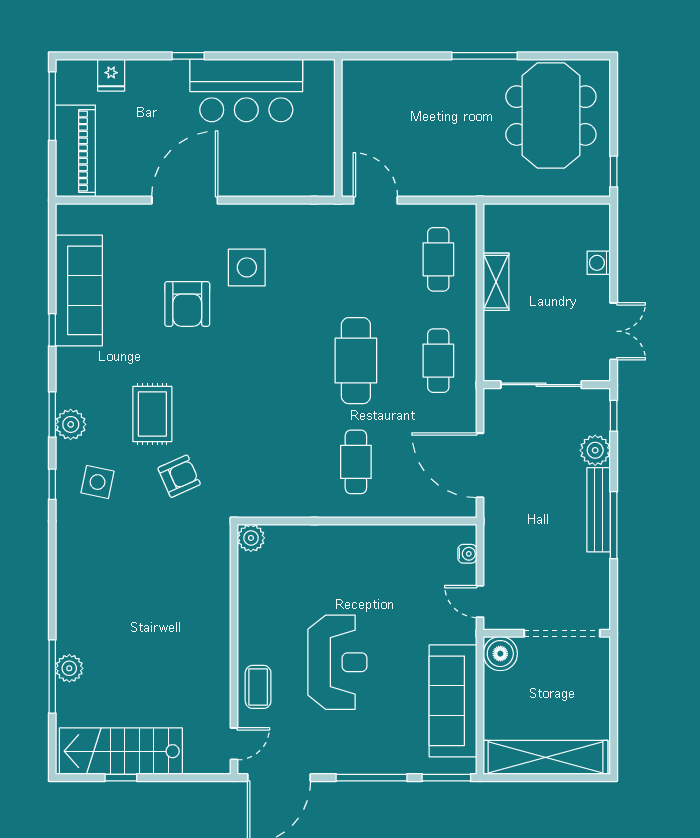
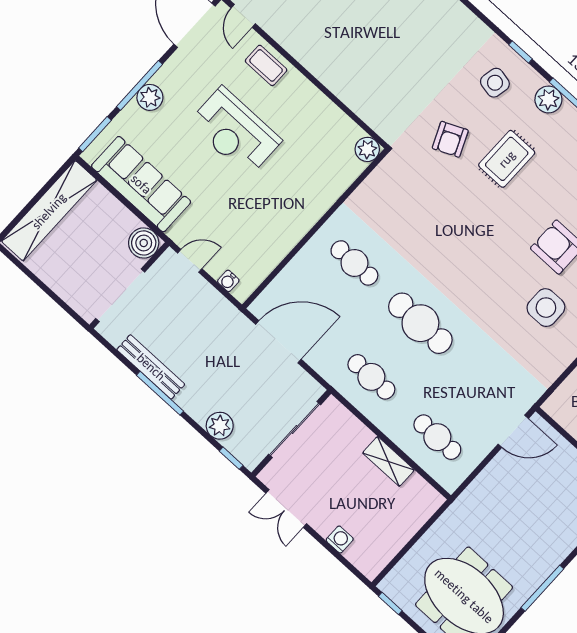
rug: (152, 414) -> (507, 159), turned 90
bench: (599, 510) -> (151, 367), moved
plant: (374, 760) -> (150, 97), added

